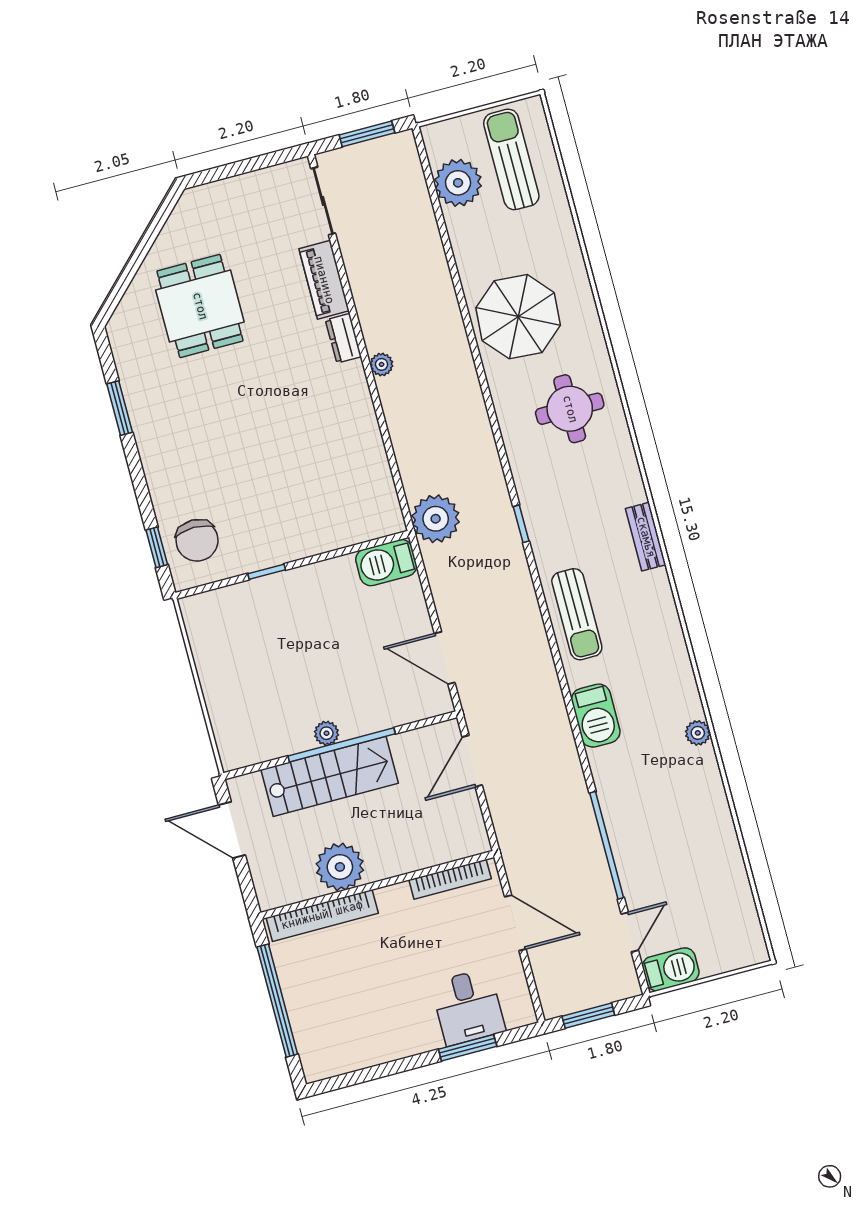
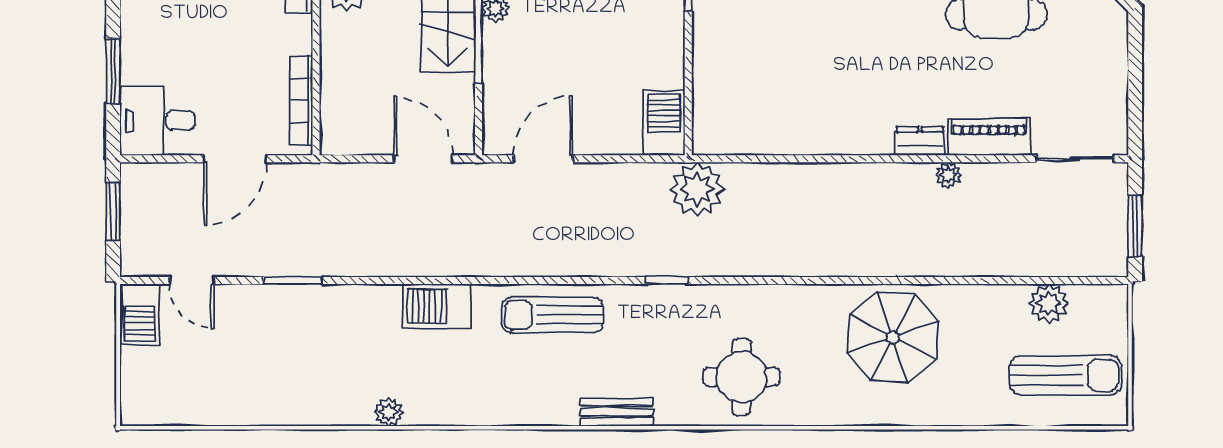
plant: (458, 183) -> (1048, 303), width x0.73, depth x0.73
plant: (382, 364) -> (948, 175), moved
round table: (570, 409) -> (741, 377), moved
window: (607, 845) -> (293, 281), width x0.47
desk: (468, 1007) -> (157, 121), moved

